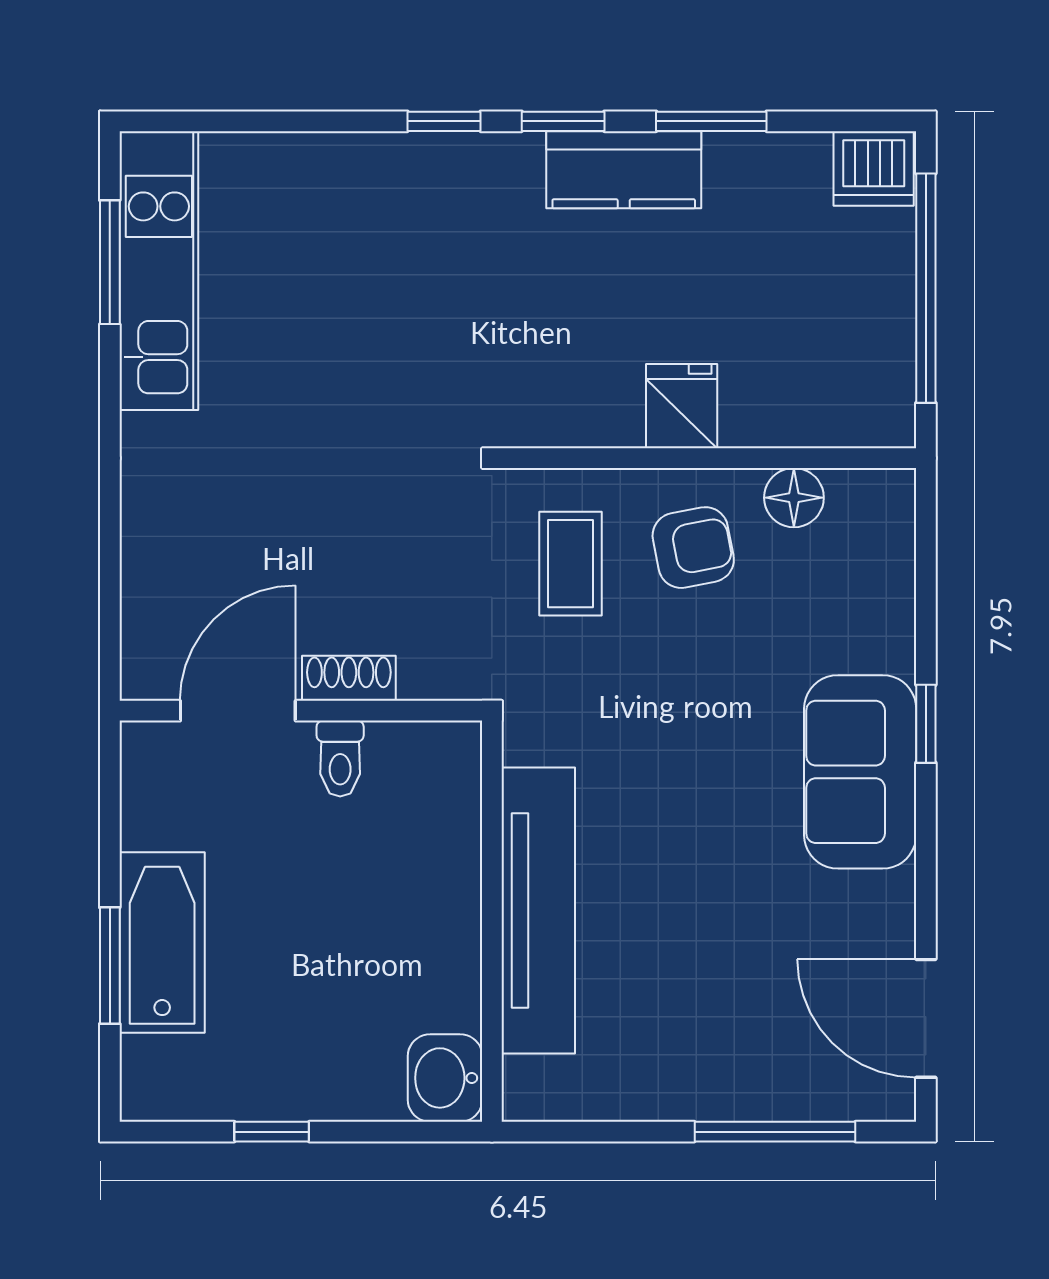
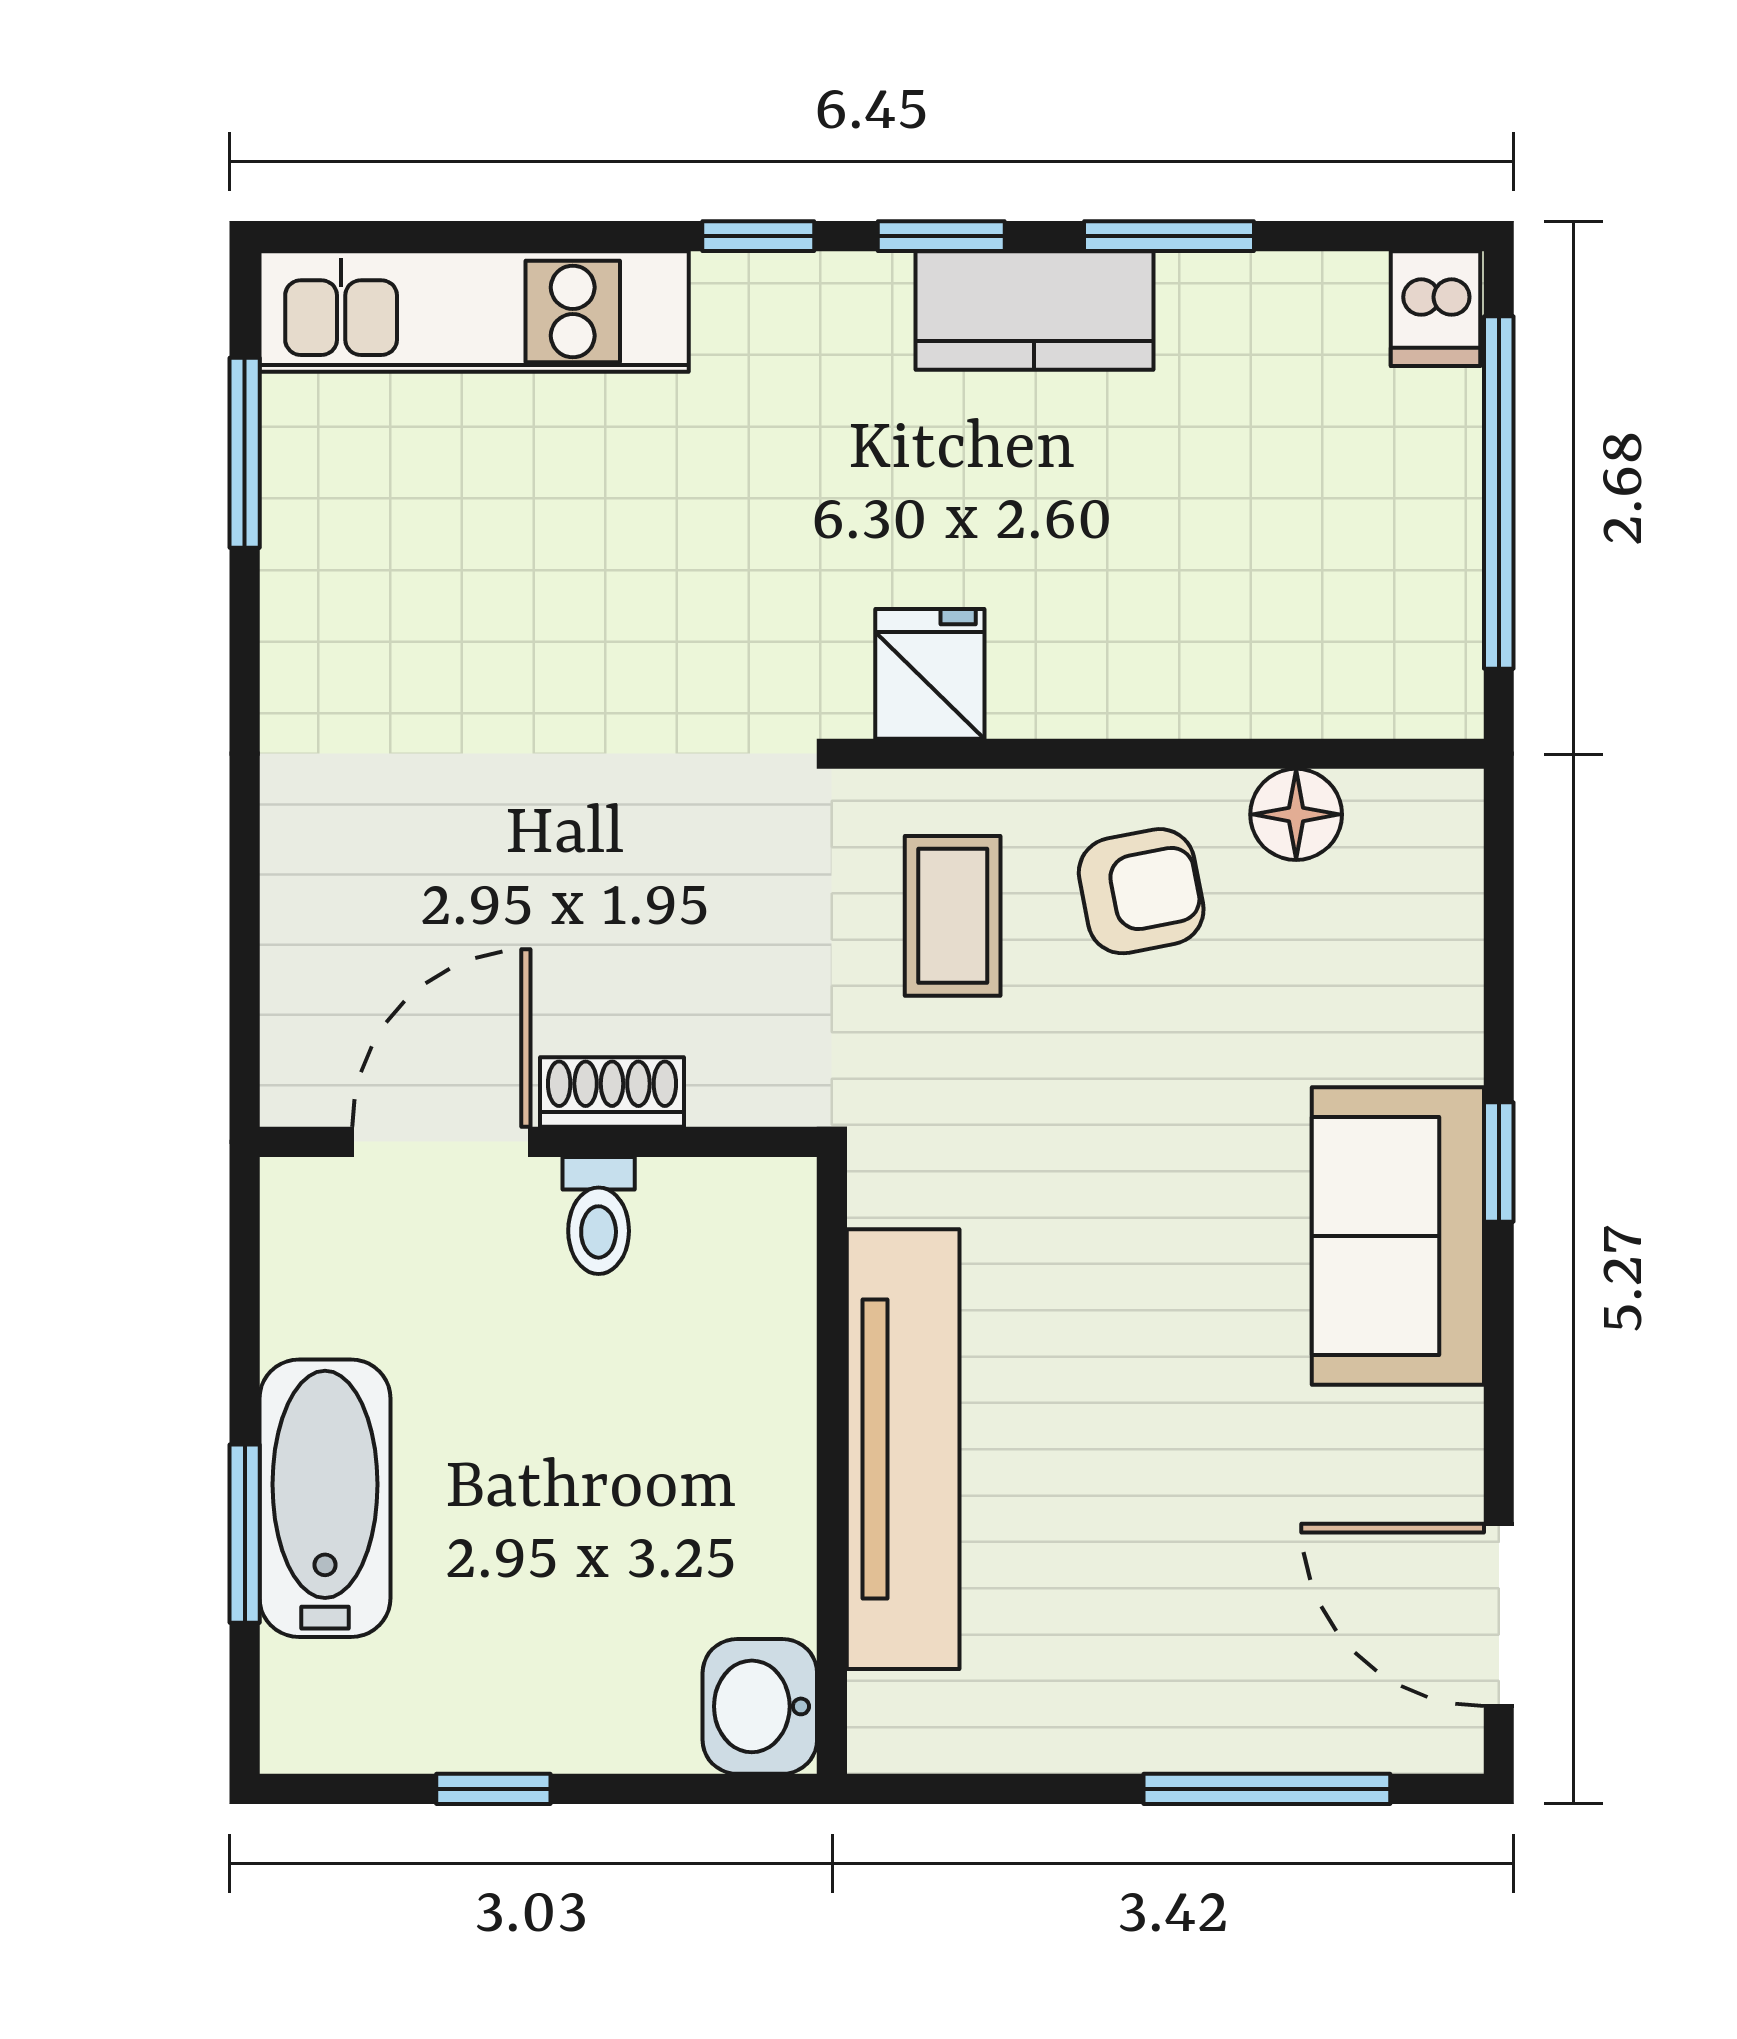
dishwasher: (874, 168) -> (1435, 309), width x0.73
kitchen unit: (159, 271) -> (474, 312), moved, turned 90
fridge: (682, 406) -> (930, 674), moved

